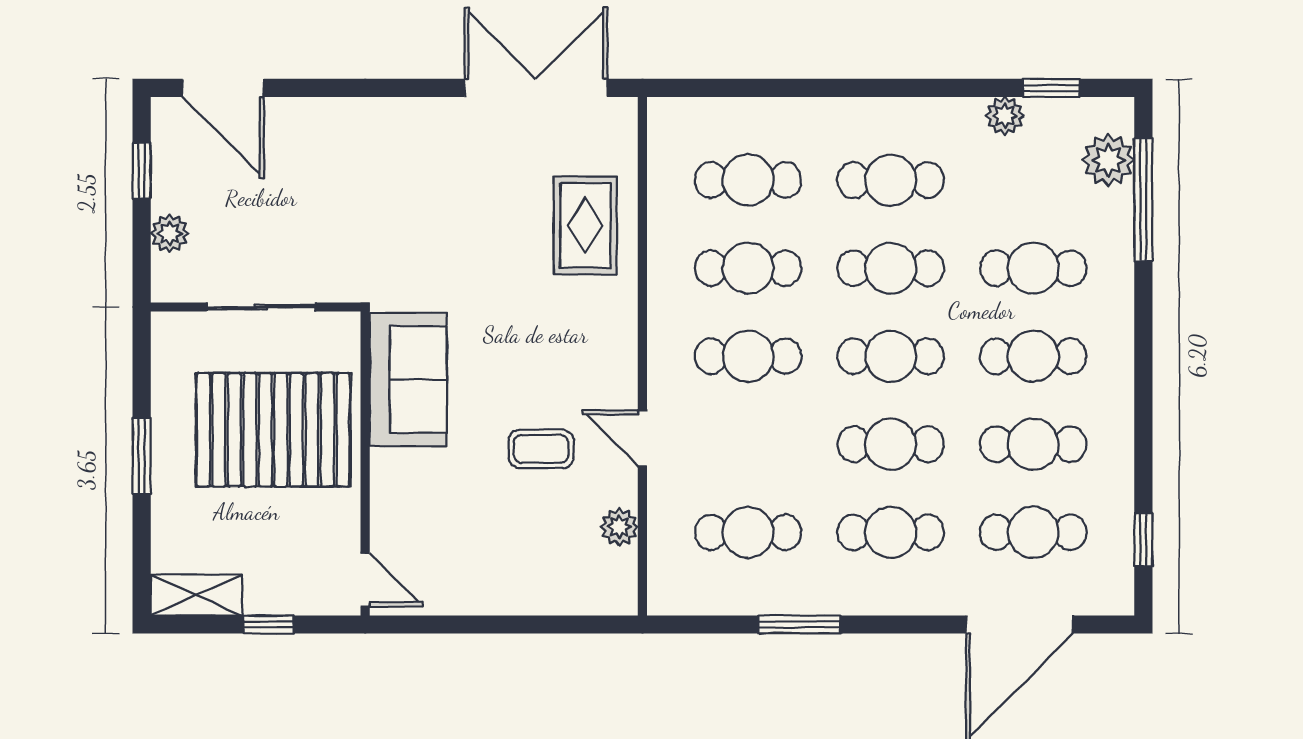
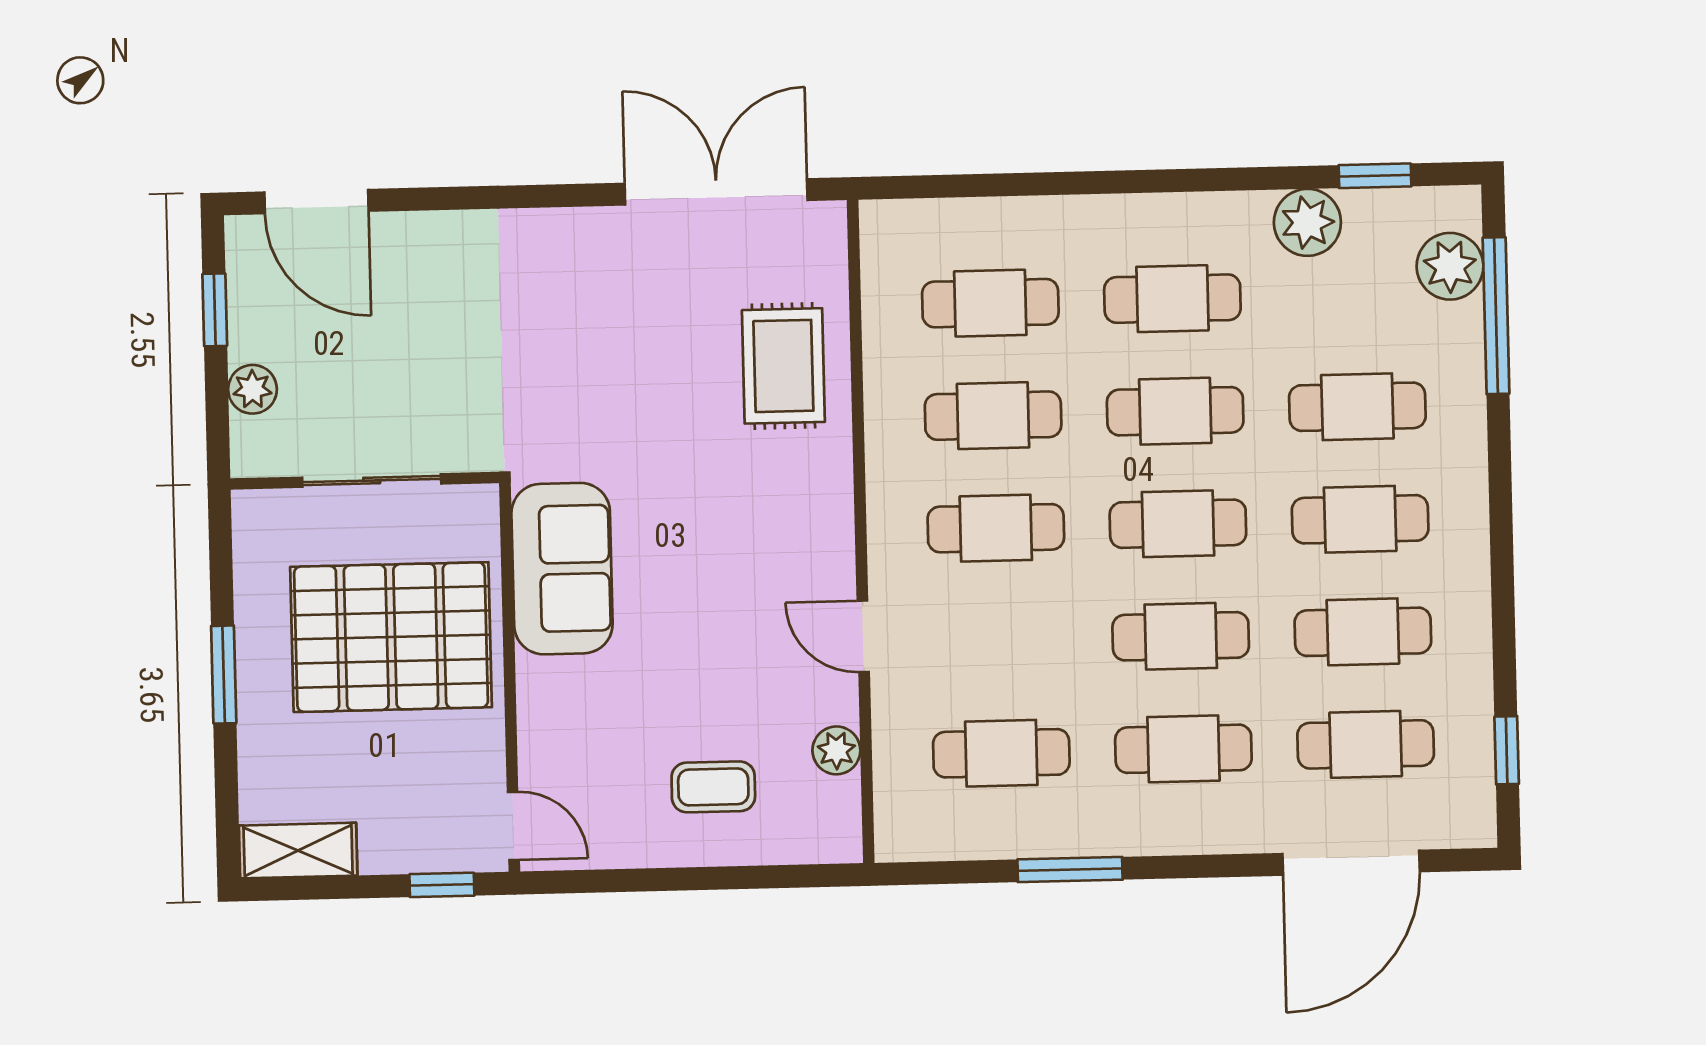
plant: (1005, 116) -> (1307, 222), width x1.38, depth x1.38
coffee table: (541, 449) -> (713, 787), moved
window: (269, 625) -> (442, 885), moved

